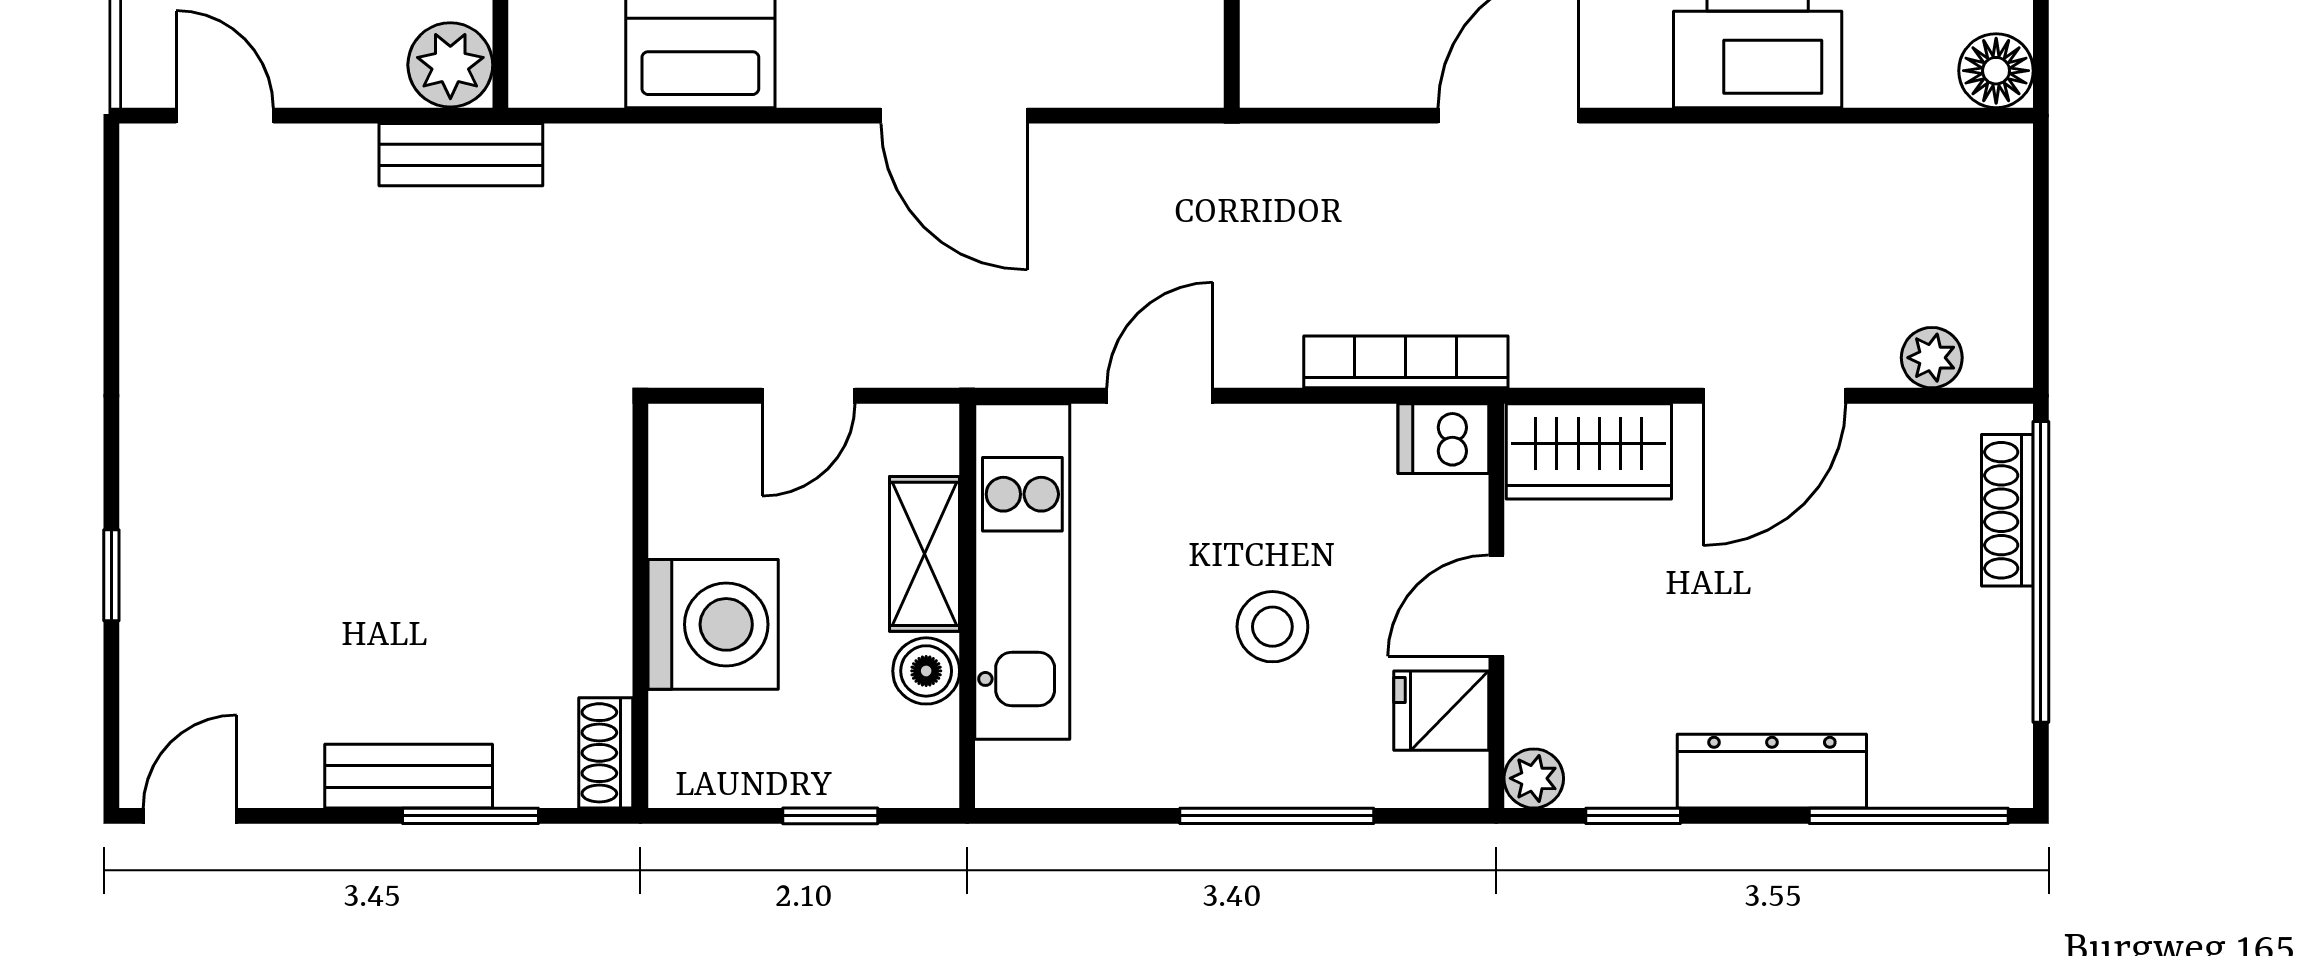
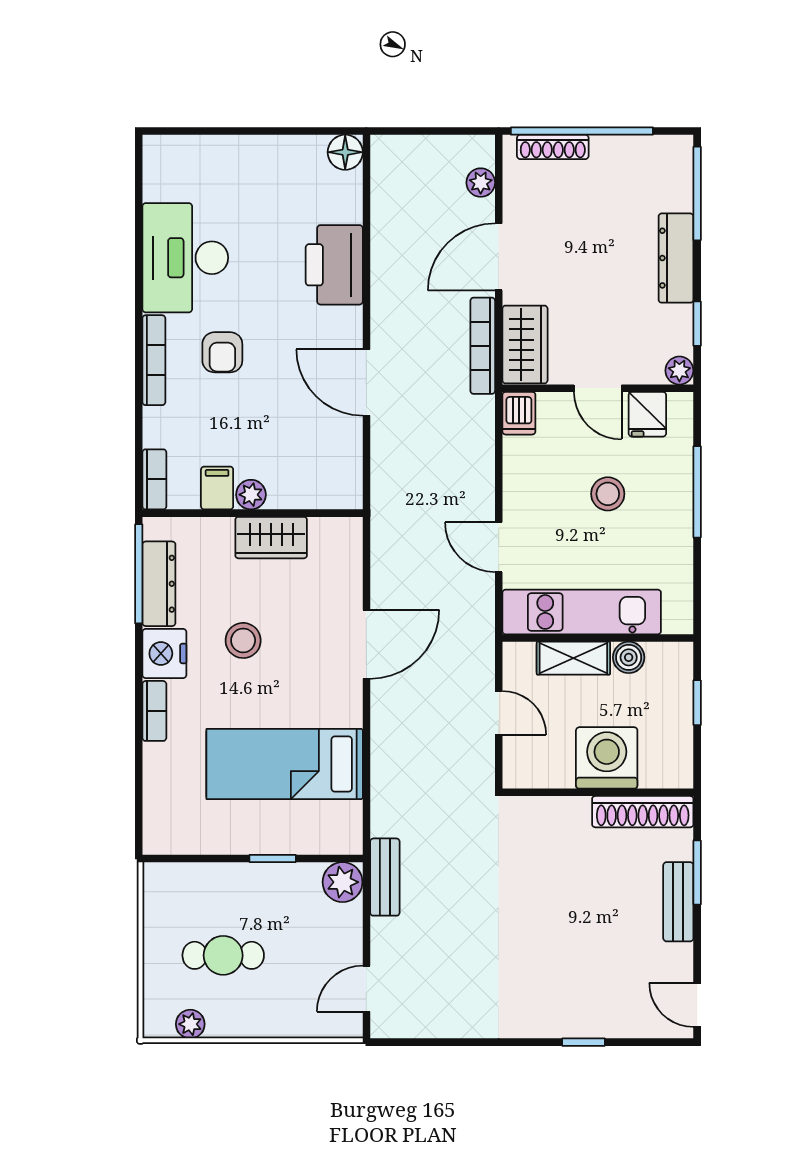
bookcase: (1406, 362) -> (483, 346), moved
door: (1774, 396) -> (499, 257), swing flipped
shoe rack: (606, 753) -> (643, 812), width x1.94, depth x1.24

